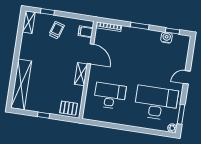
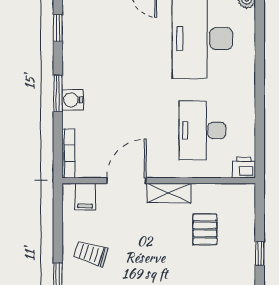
water cooler: (167, 38) -> (73, 100), moved
pallet: (69, 108) -> (205, 229), moved
printer: (88, 114) -> (244, 168), added

